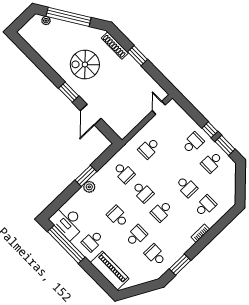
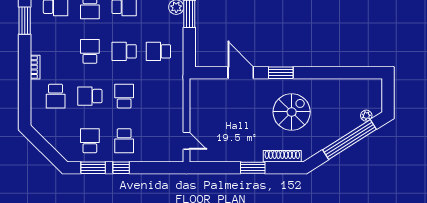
school desk: (149, 148) -> (124, 96), moved

